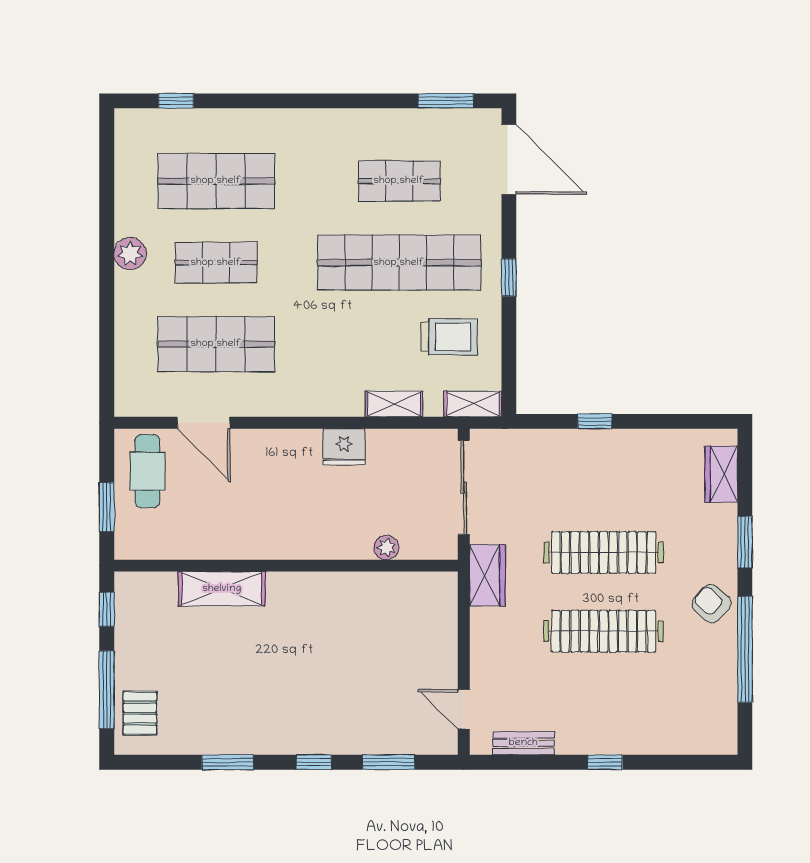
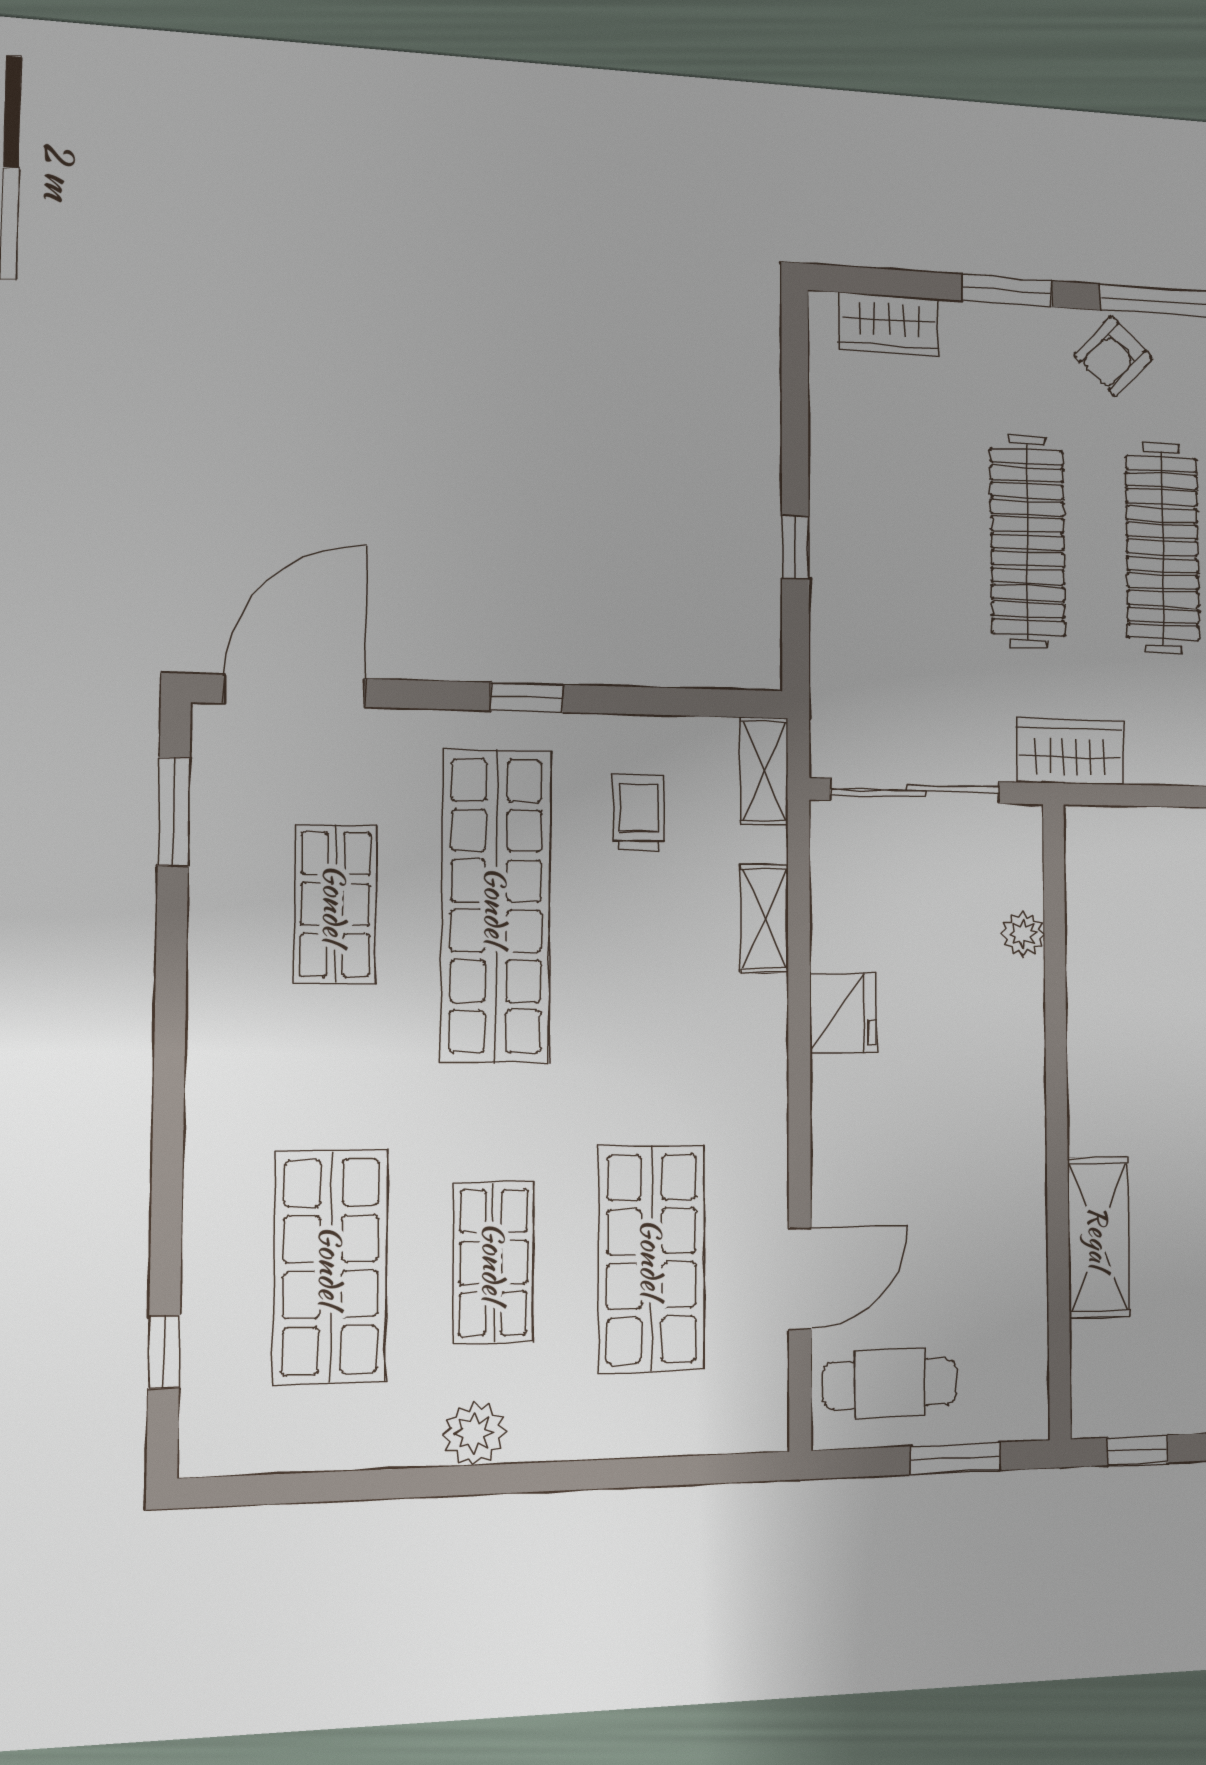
trolley: (449, 337) -> (639, 813), width x0.73, depth x0.72

